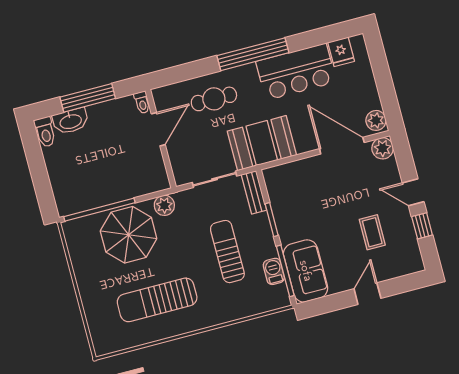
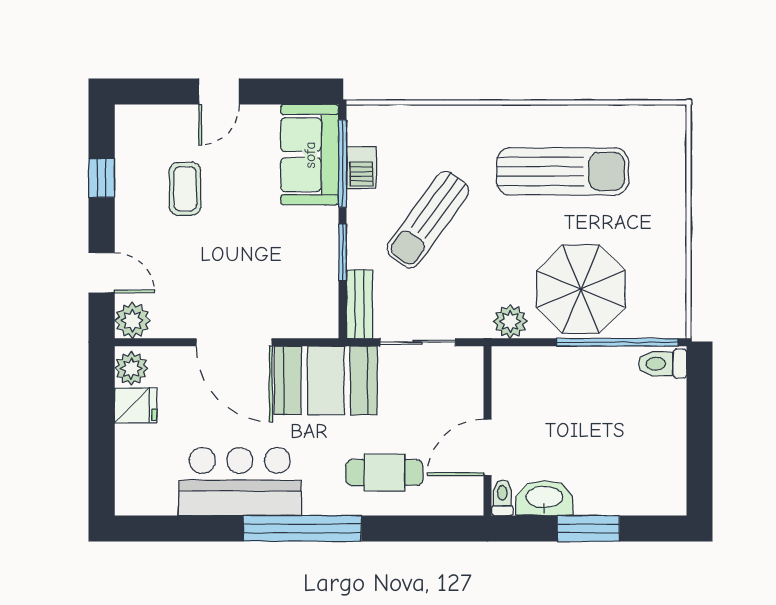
fridge: (341, 52) -> (136, 405), moved, turned 90
window: (88, 98) -> (588, 528), width x0.69
washbasin: (71, 121) -> (544, 498), moved
toilet: (45, 132) -> (662, 364), moved, turned -90
door: (342, 146) -> (234, 342), moved
door: (413, 192) -> (102, 273), moved
sun lounger: (227, 252) -> (428, 220), turned 36

